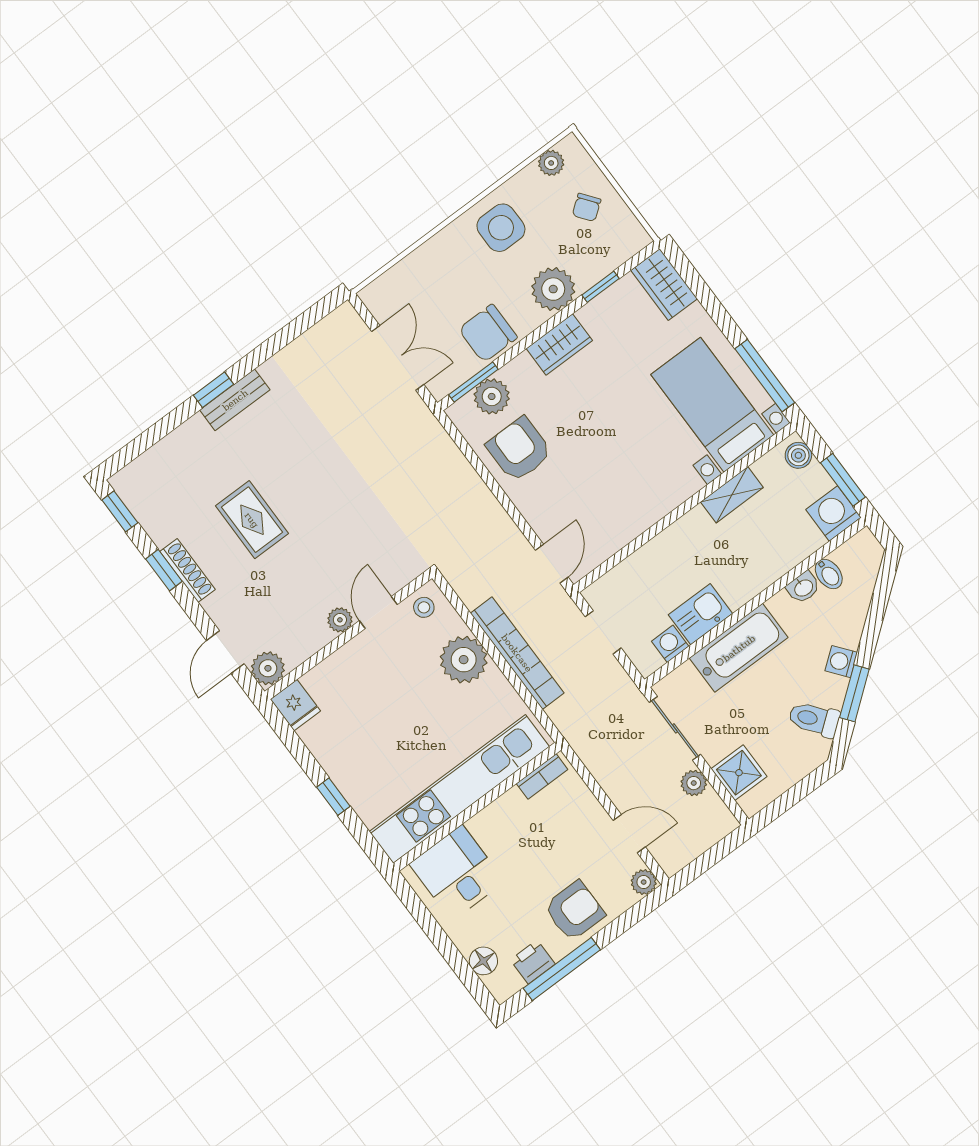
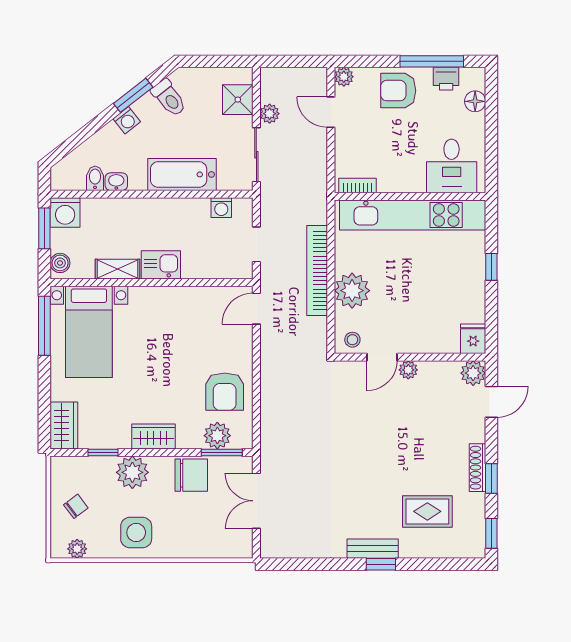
rug: (252, 520) -> (427, 511), moved, turned 90
kitchen sink: (700, 614) -> (161, 265), moved, turned 180

